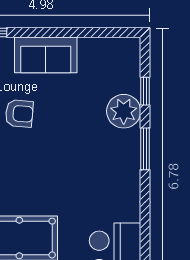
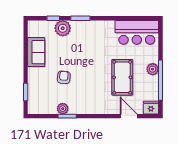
sofa: (46, 55) -> (36, 52), moved

